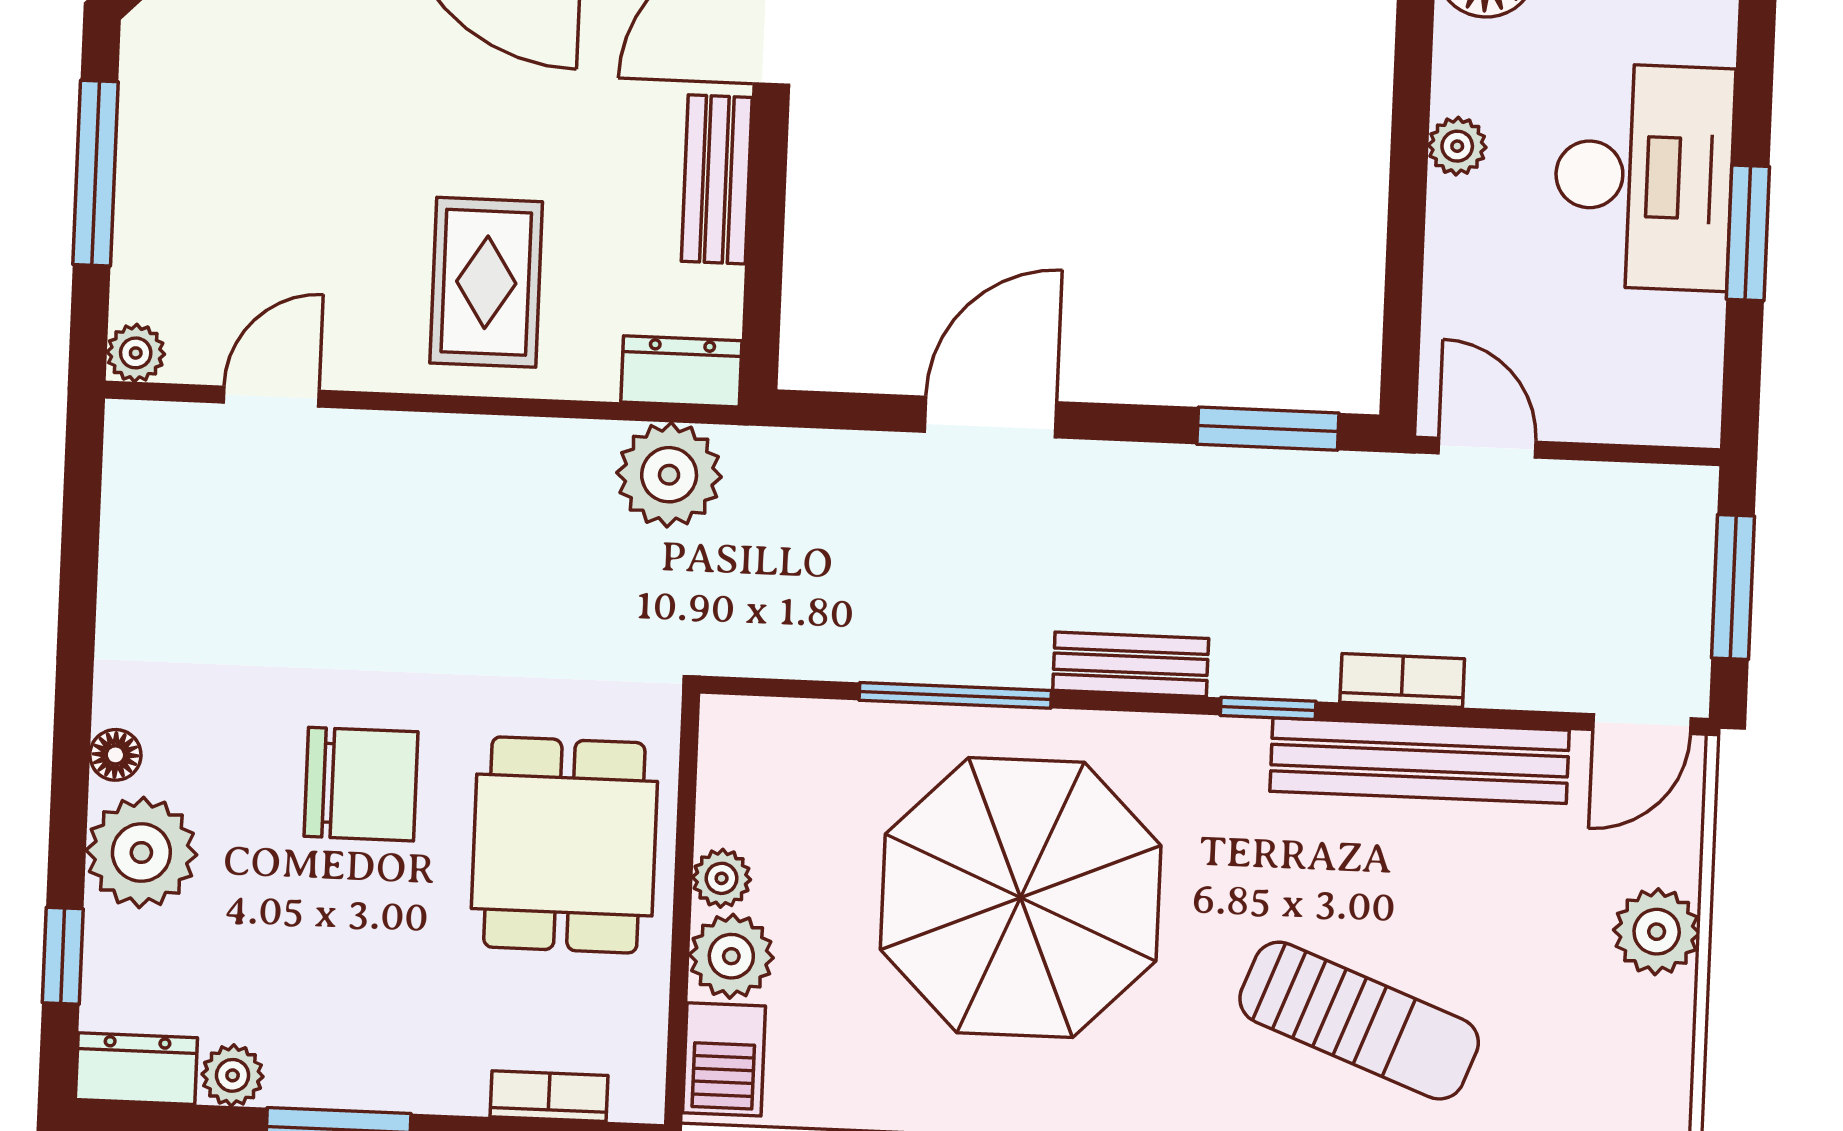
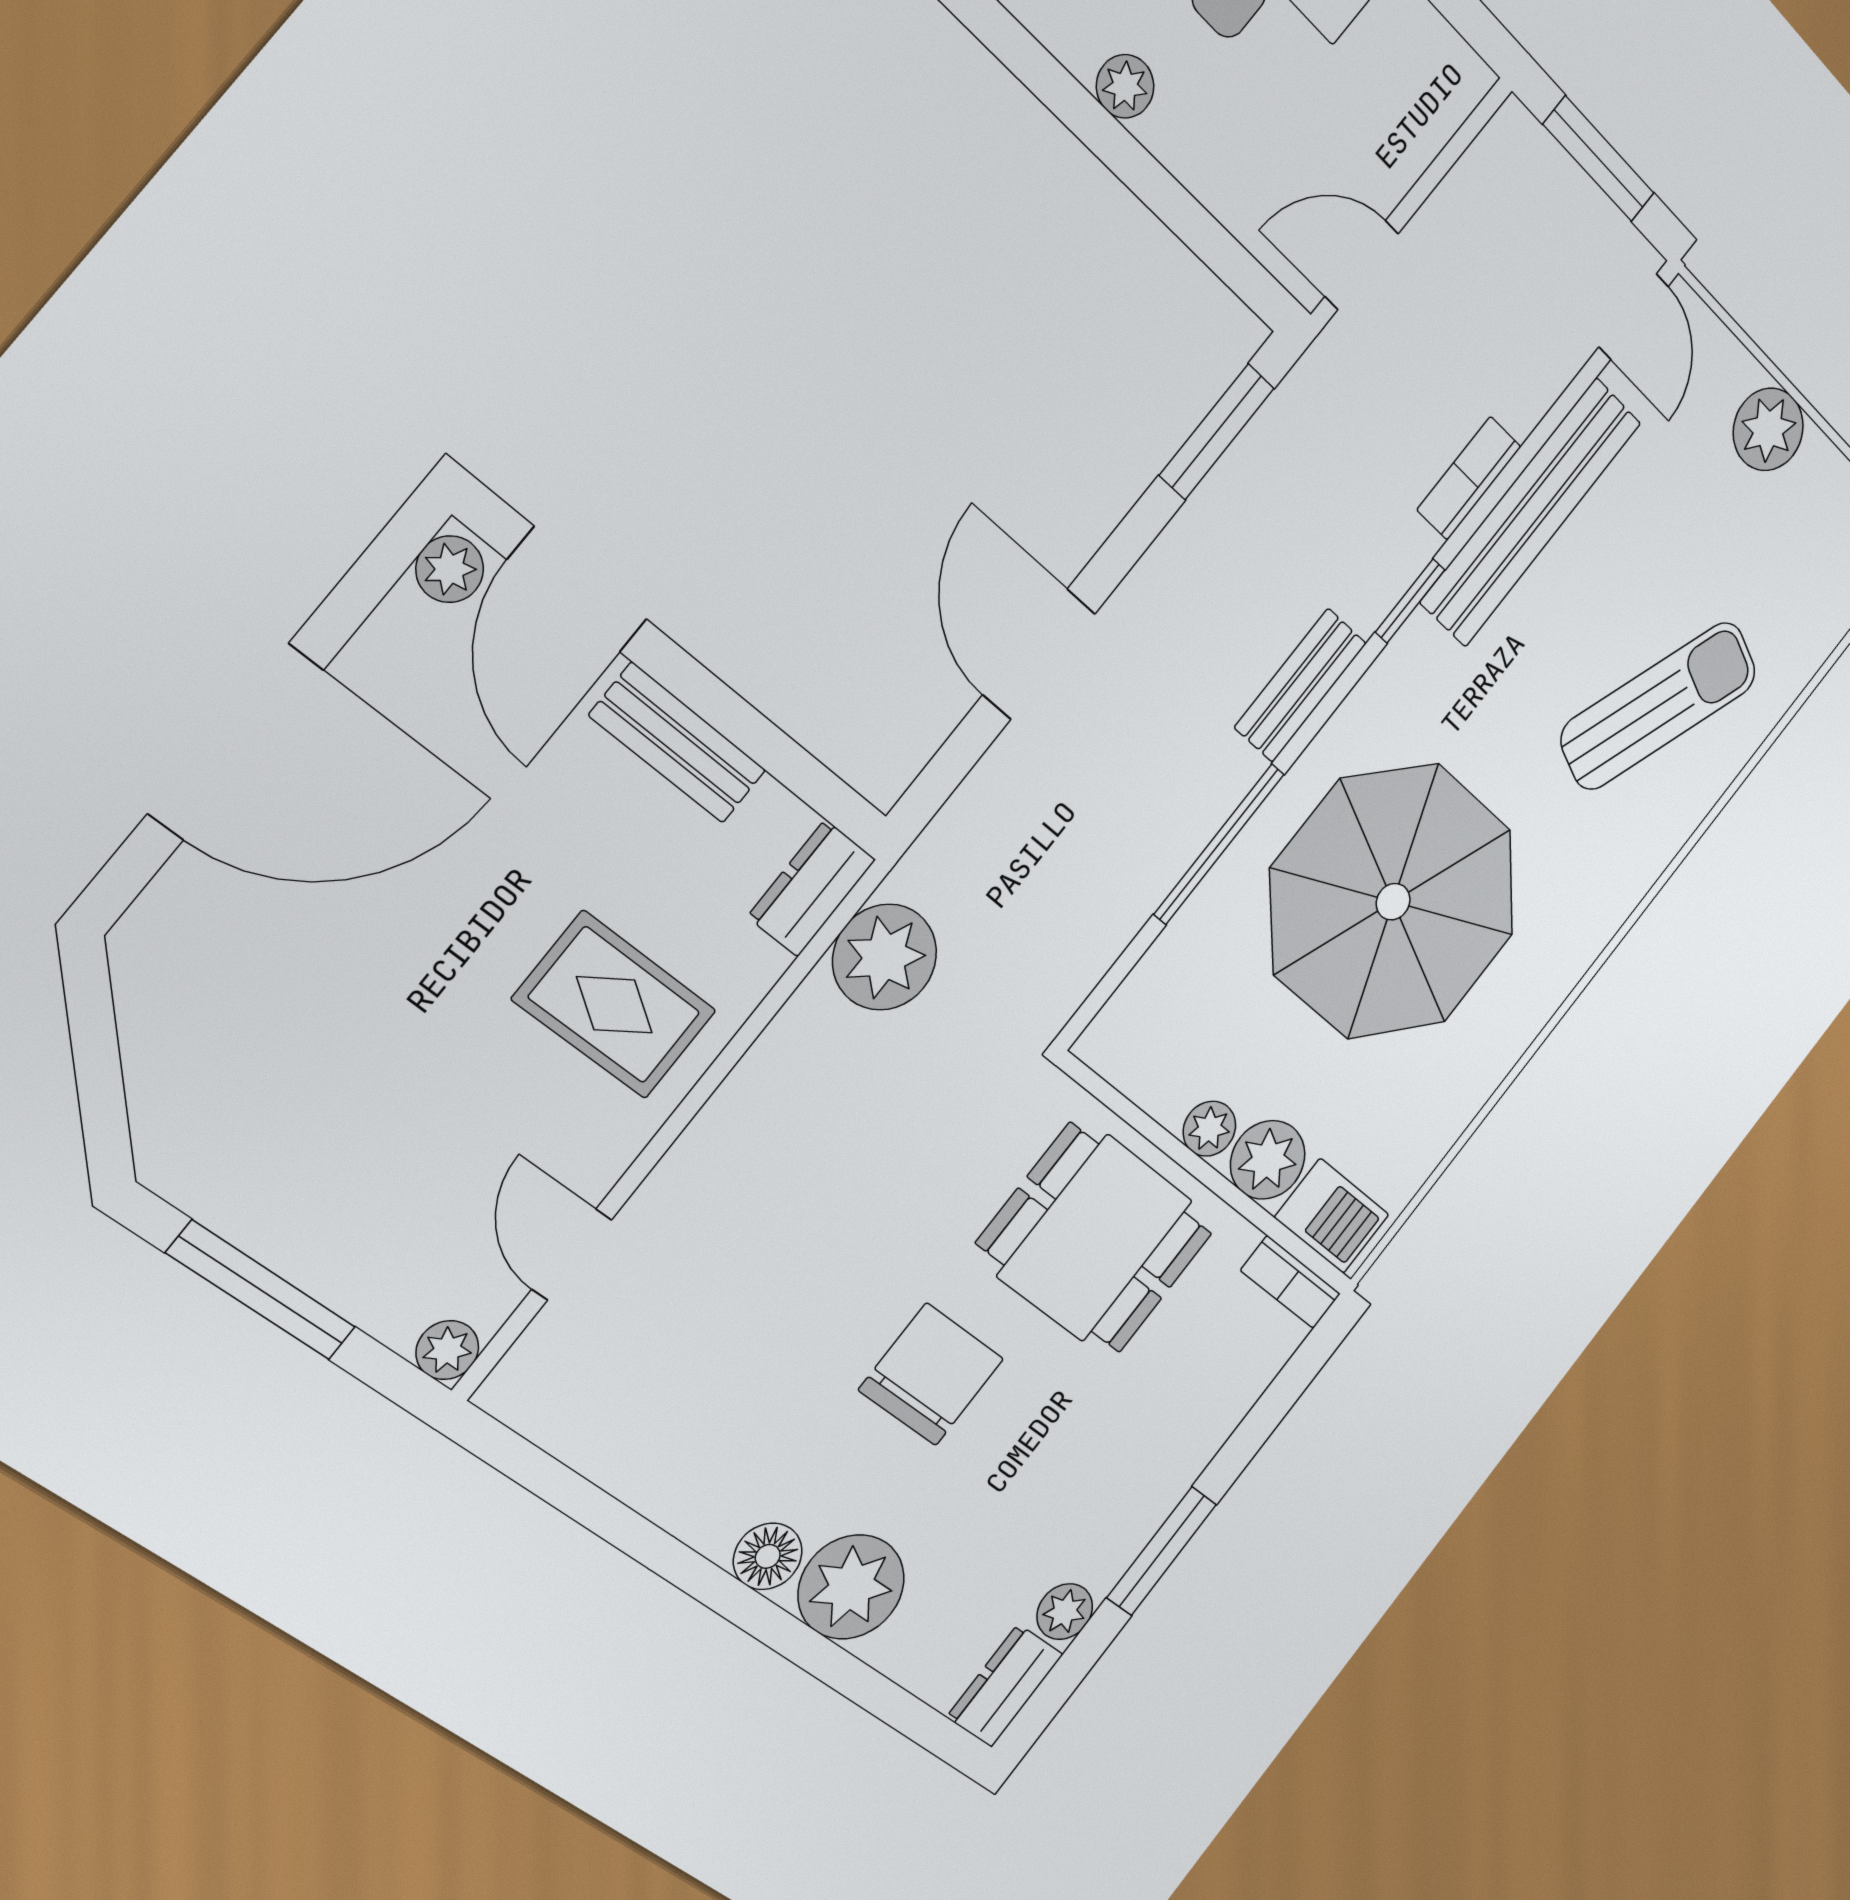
floor lamp: (115, 755) -> (768, 1556), width x1.37, depth x1.37
window: (63, 956) -> (881, 1697), removed
bookcase: (549, 1096) -> (1290, 1282), moved, turned -90

